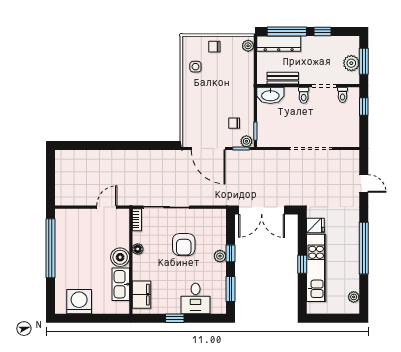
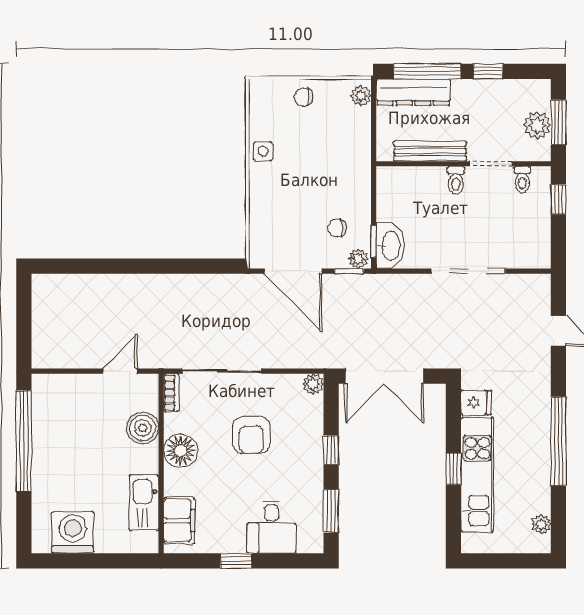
side table: (195, 67) -> (263, 151), moved
bench: (283, 78) -> (430, 151), width x1.36
washbasin: (270, 95) -> (390, 246), moved, turned -90
floor lamp: (138, 249) -> (181, 451), width x1.89, depth x1.89
plant: (220, 256) -> (313, 384), moved
boiler: (120, 257) -> (143, 428), moved

